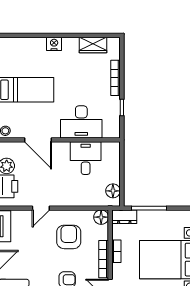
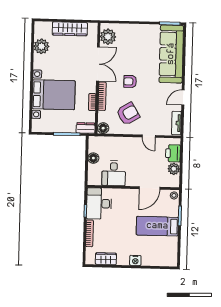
desk: (81, 122) -> (99, 204), moved, turned -90
door: (38, 140) -> (149, 188), swing flipped
floor lamp: (113, 191) -> (93, 158), moved
door: (41, 208) -> (149, 136), swing flipped
armchair: (69, 237) -> (128, 114), turned -121

